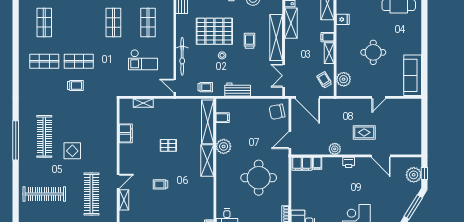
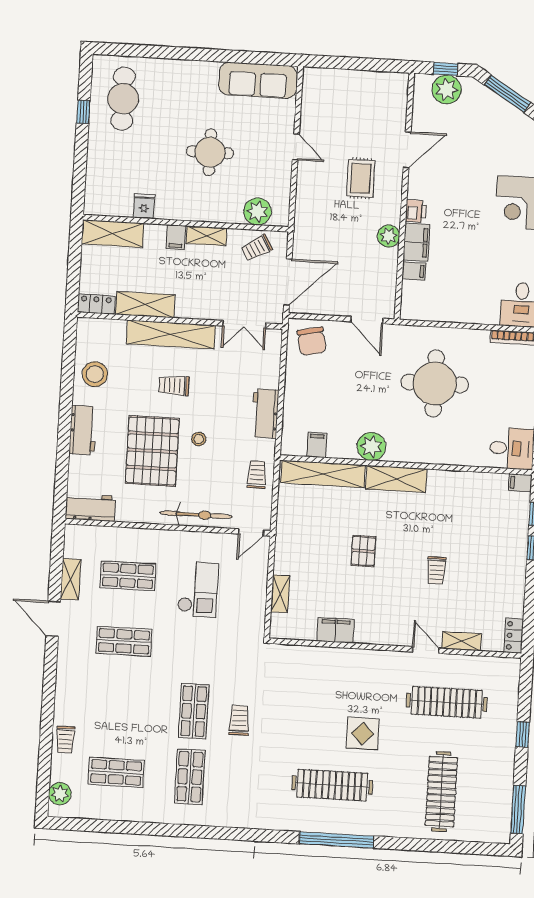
filing cabinet: (302, 164) -> (416, 242), moved

